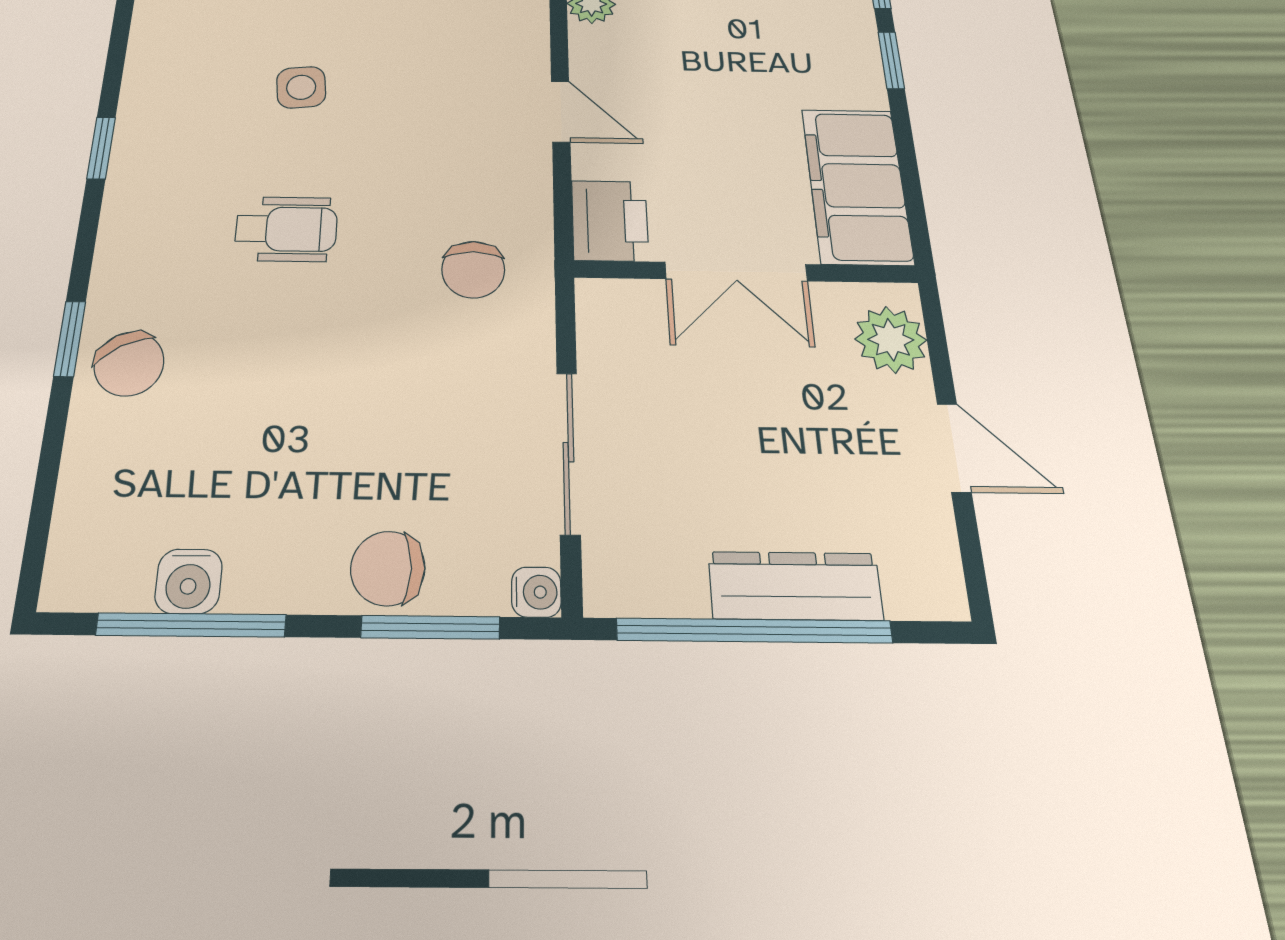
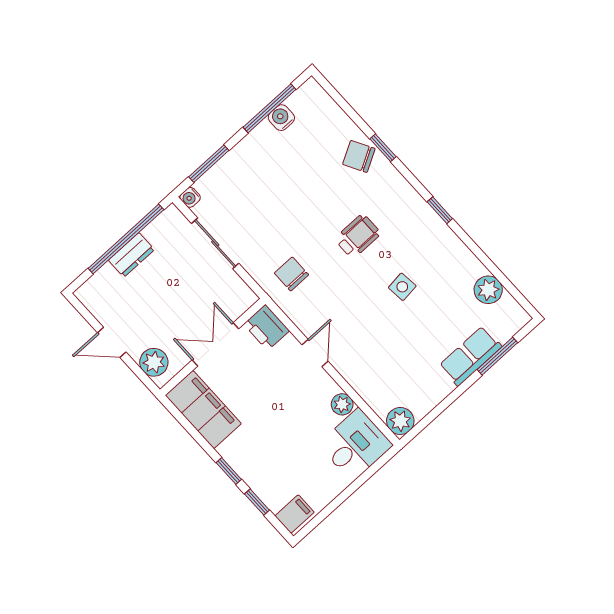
door: (561, 111) -> (315, 353), swing flipped
wheelchair: (286, 229) -> (358, 236), turned 180
chair: (388, 568) -> (234, 168), removed
dresser: (795, 586) -> (131, 255), width x0.70

